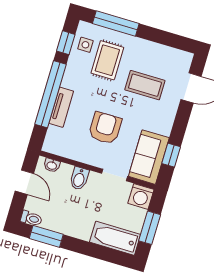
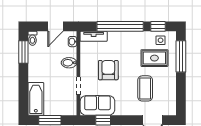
tv unit: (61, 107) -> (94, 36), moved
armchair: (105, 128) -> (108, 70), turned -90
washing machine: (141, 196) -> (69, 108), removed

